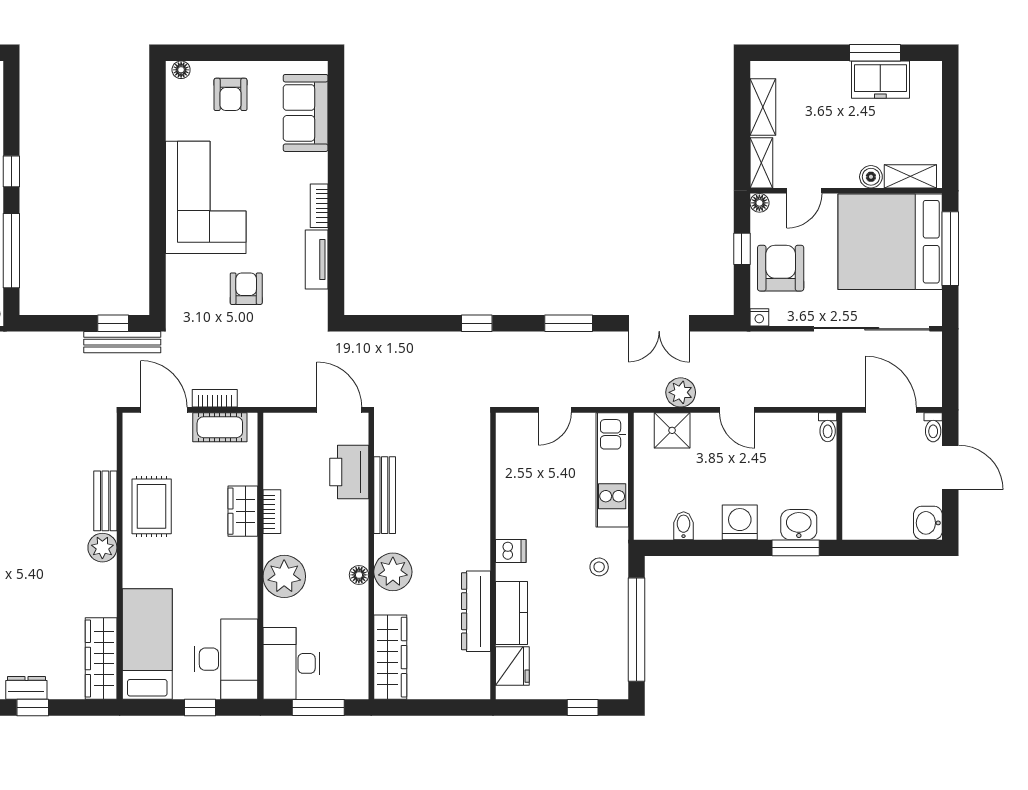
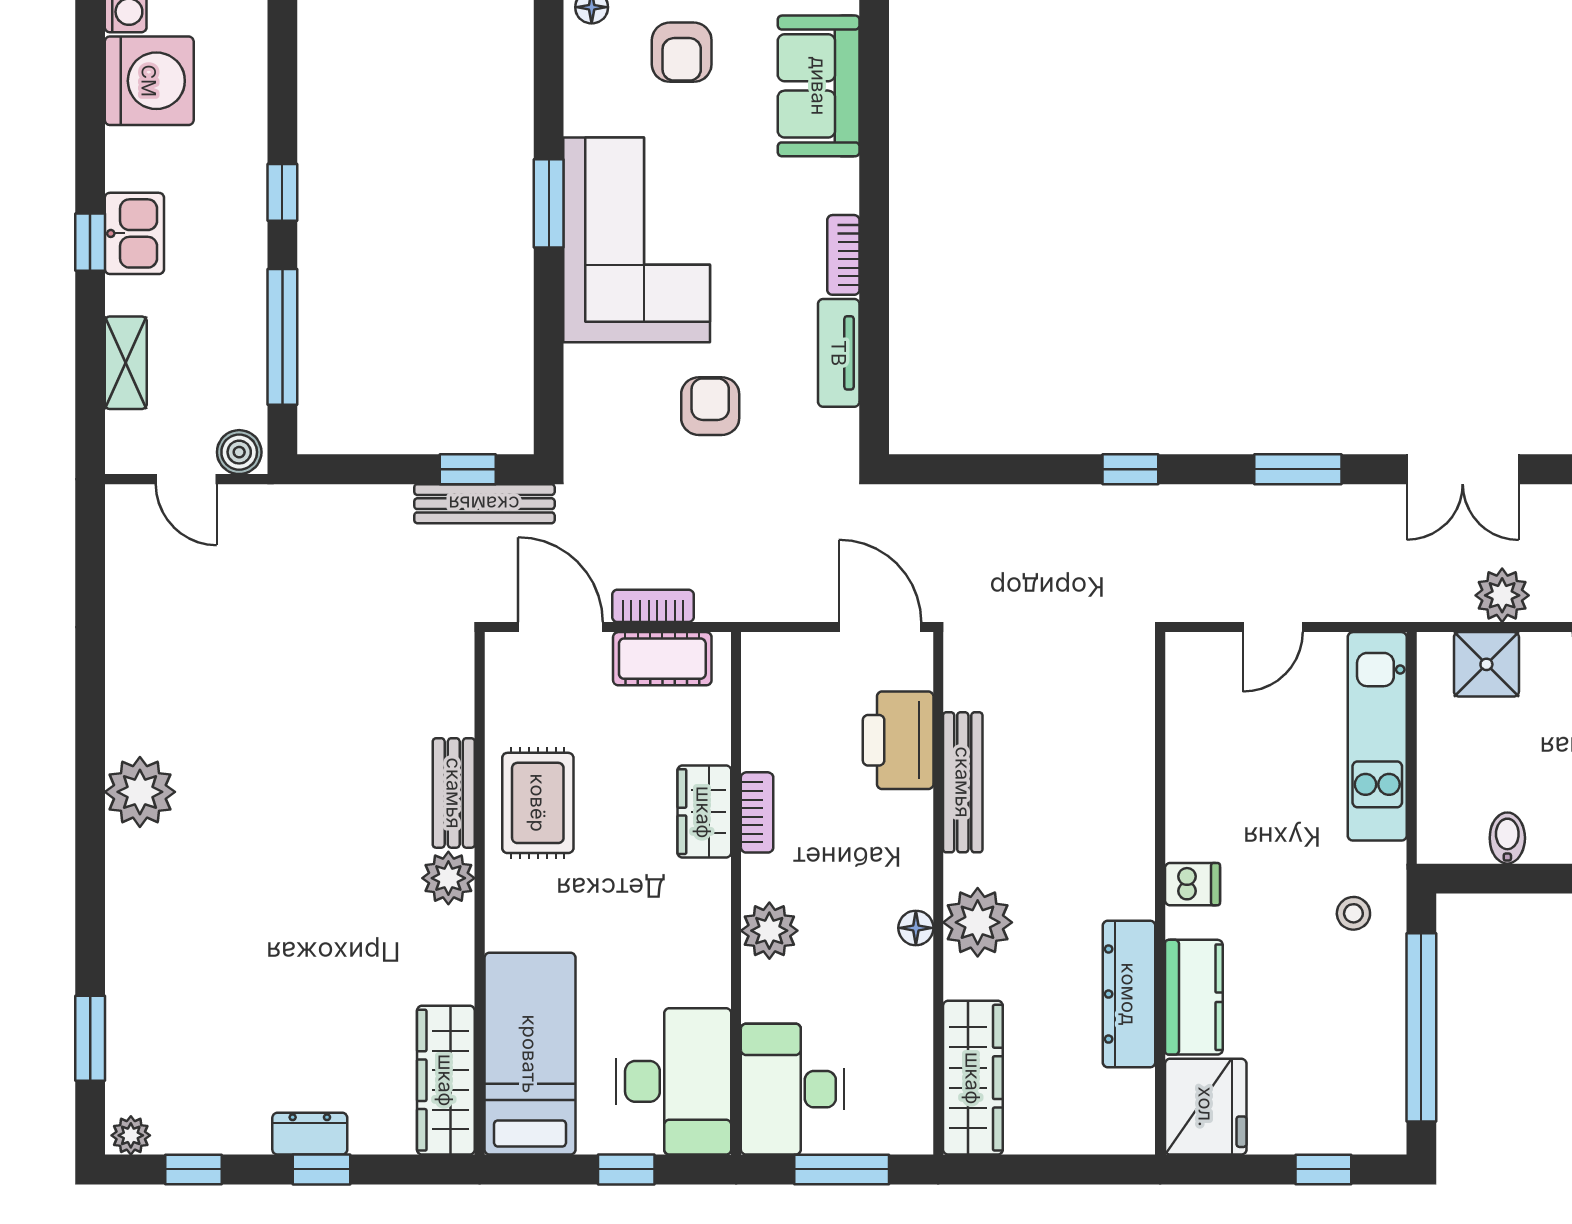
window: (157, 177) -> (549, 203), added
plant: (284, 576) -> (769, 931), width x0.73, depth x0.73
fridge: (512, 666) -> (1206, 1107), width x1.36, depth x1.34

